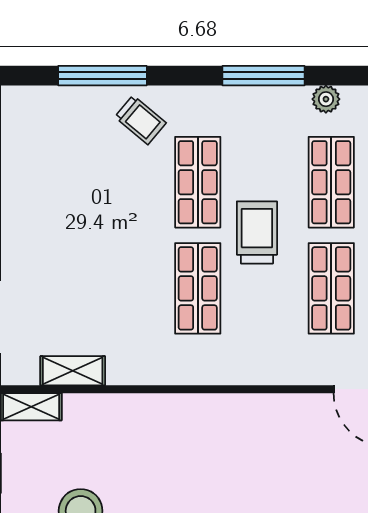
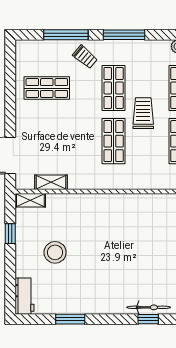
window: (264, 76) -> (124, 35), moved
shop shelf: (64, 182) -> (47, 88), added

